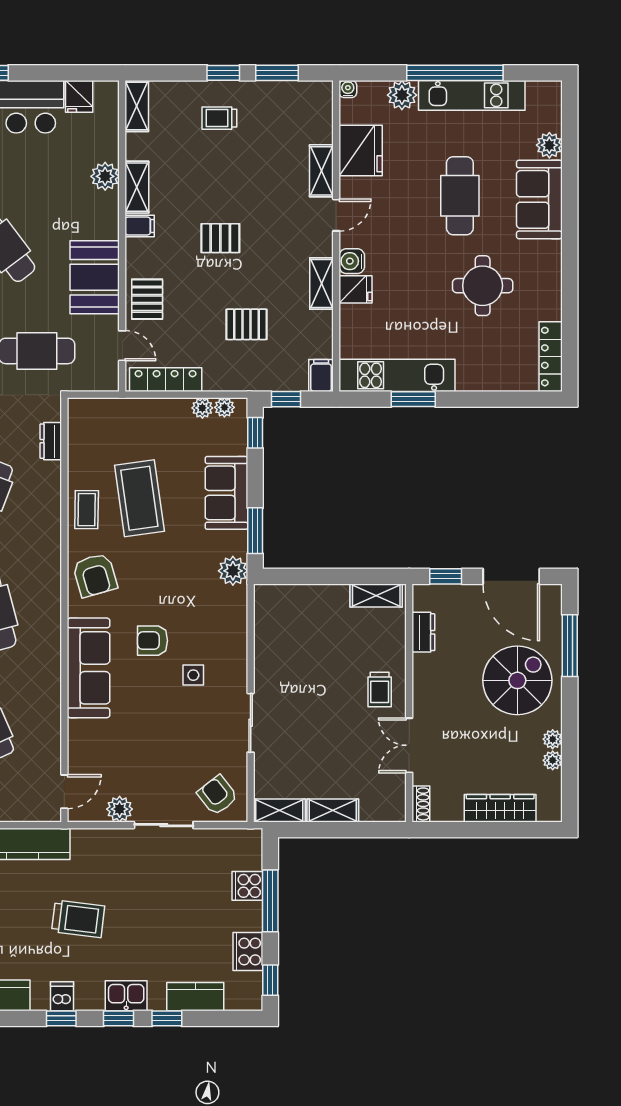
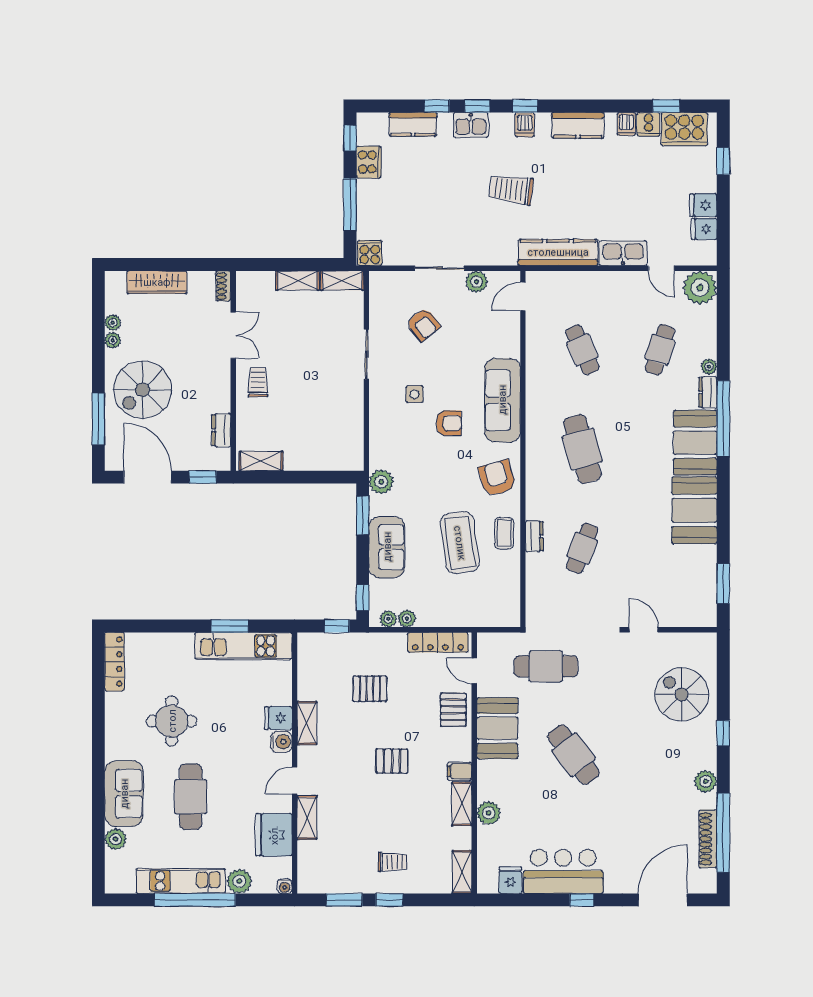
filing cabinet: (321, 375) -> (307, 646), removed
dresser: (51, 441) -> (534, 536), moved
armchair: (217, 795) -> (423, 324), moved
cooker: (247, 886) -> (370, 253), moved, turned -90

